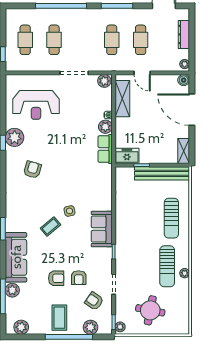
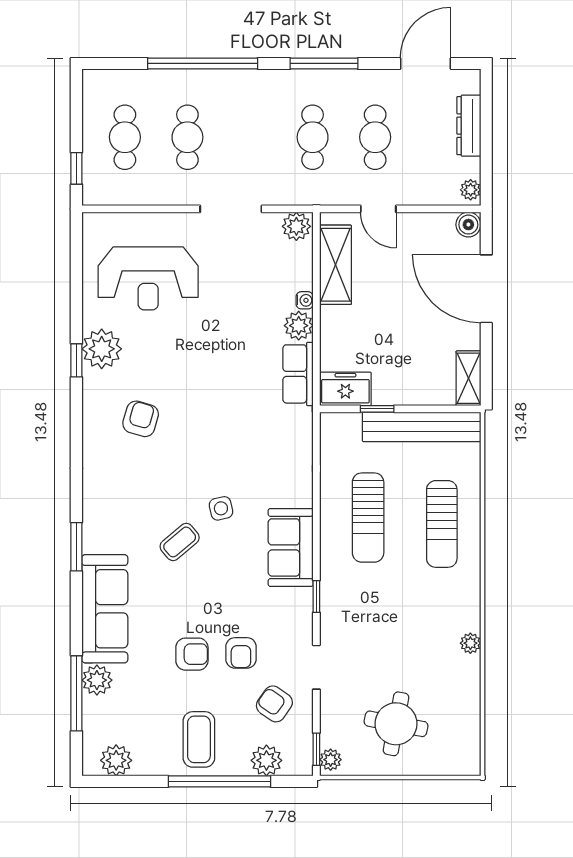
sun lounger: (167, 266) -> (368, 518), moved

